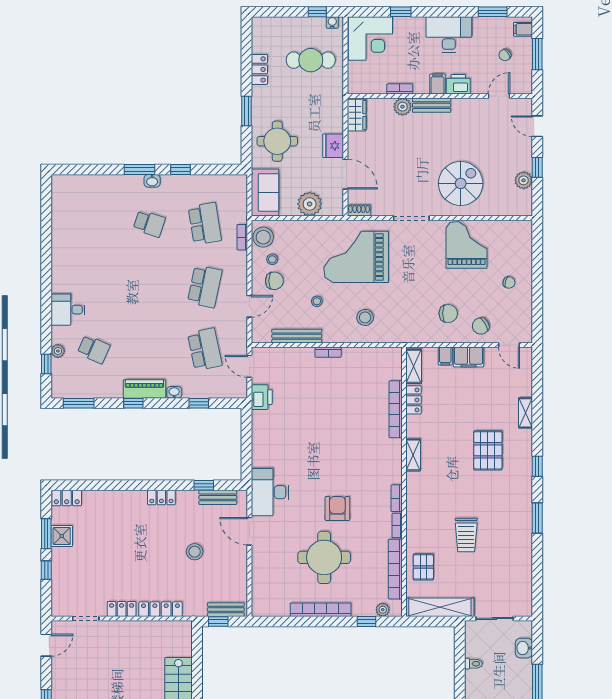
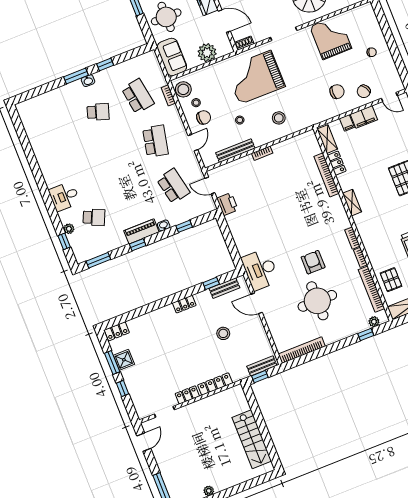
bookcase: (321, 610) -> (302, 350), moved

